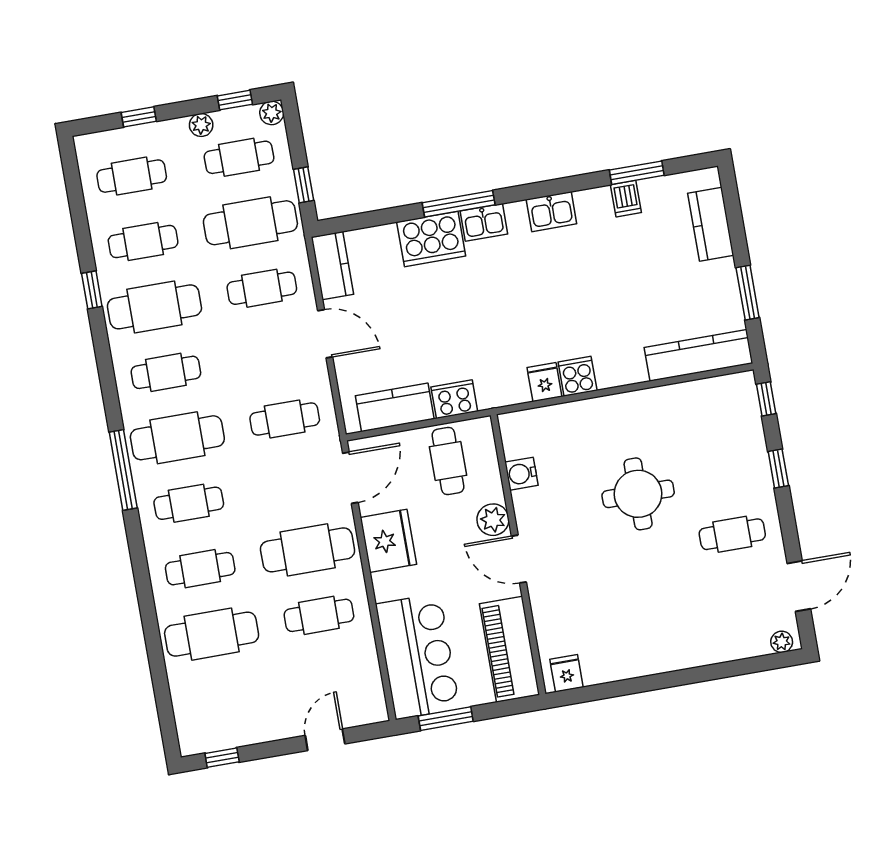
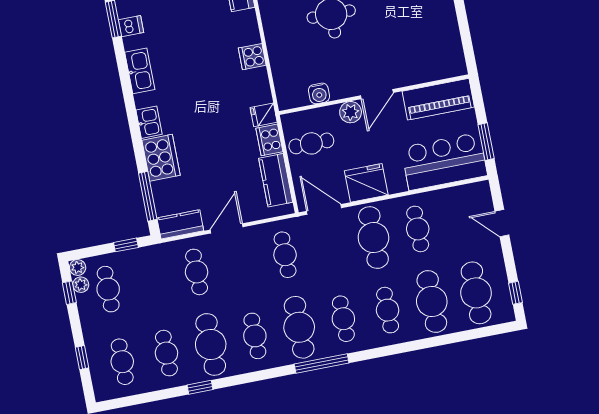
plant: (201, 125) -> (81, 285), moved
window: (459, 204) -> (148, 196), moved
kitchen sink: (551, 212) -> (140, 71), width x1.38
cafe table: (250, 223) -> (476, 293), moved
fridge: (544, 382) -> (264, 115), moved
fridge: (566, 673) -> (454, 60), removed

